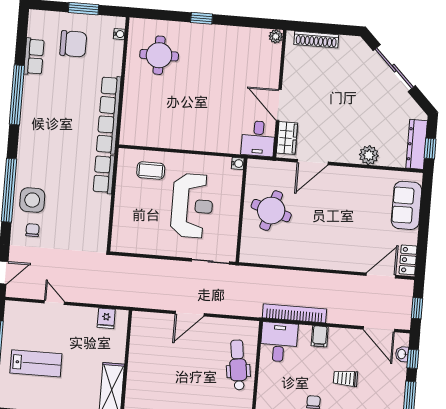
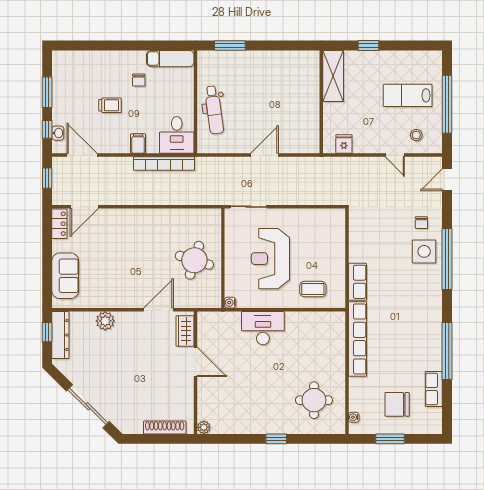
desk: (258, 139) -> (263, 328), moved, width x1.37
stool: (30, 321) -> (416, 135), added

